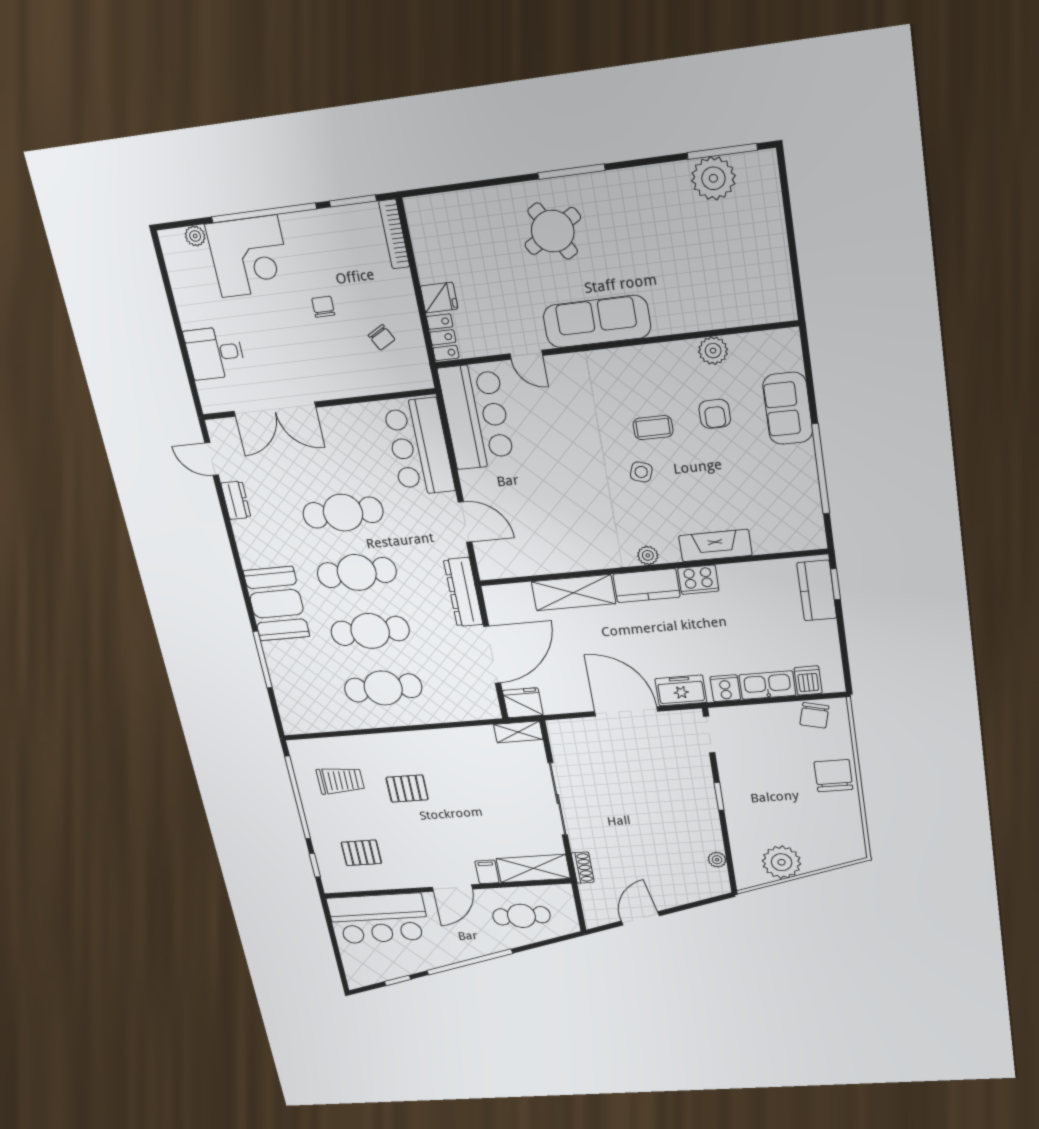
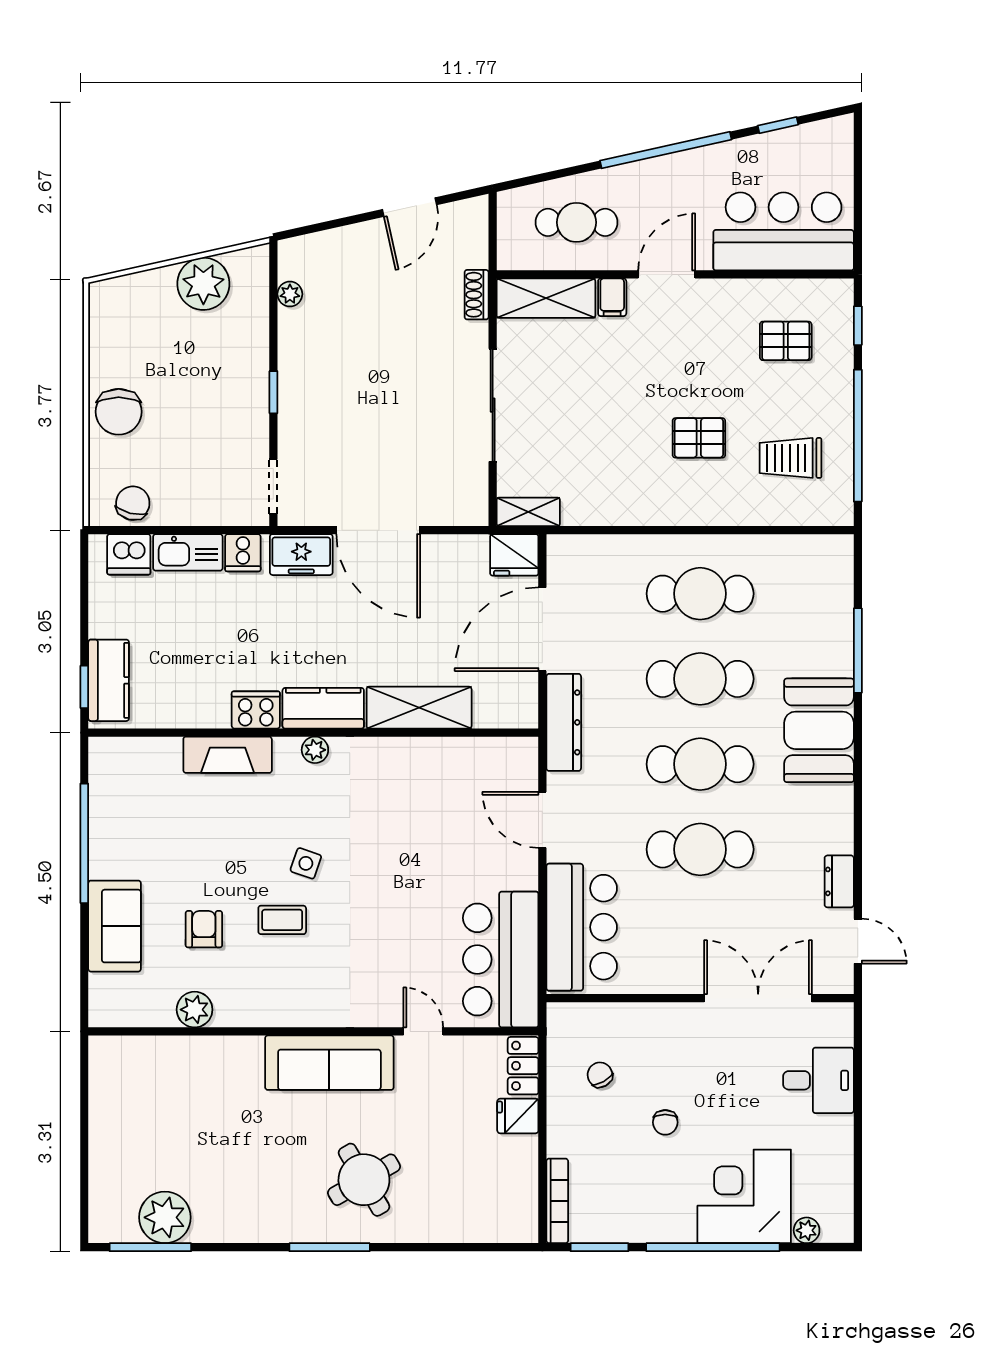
dishwasher: (808, 681) -> (129, 554), width x1.38

